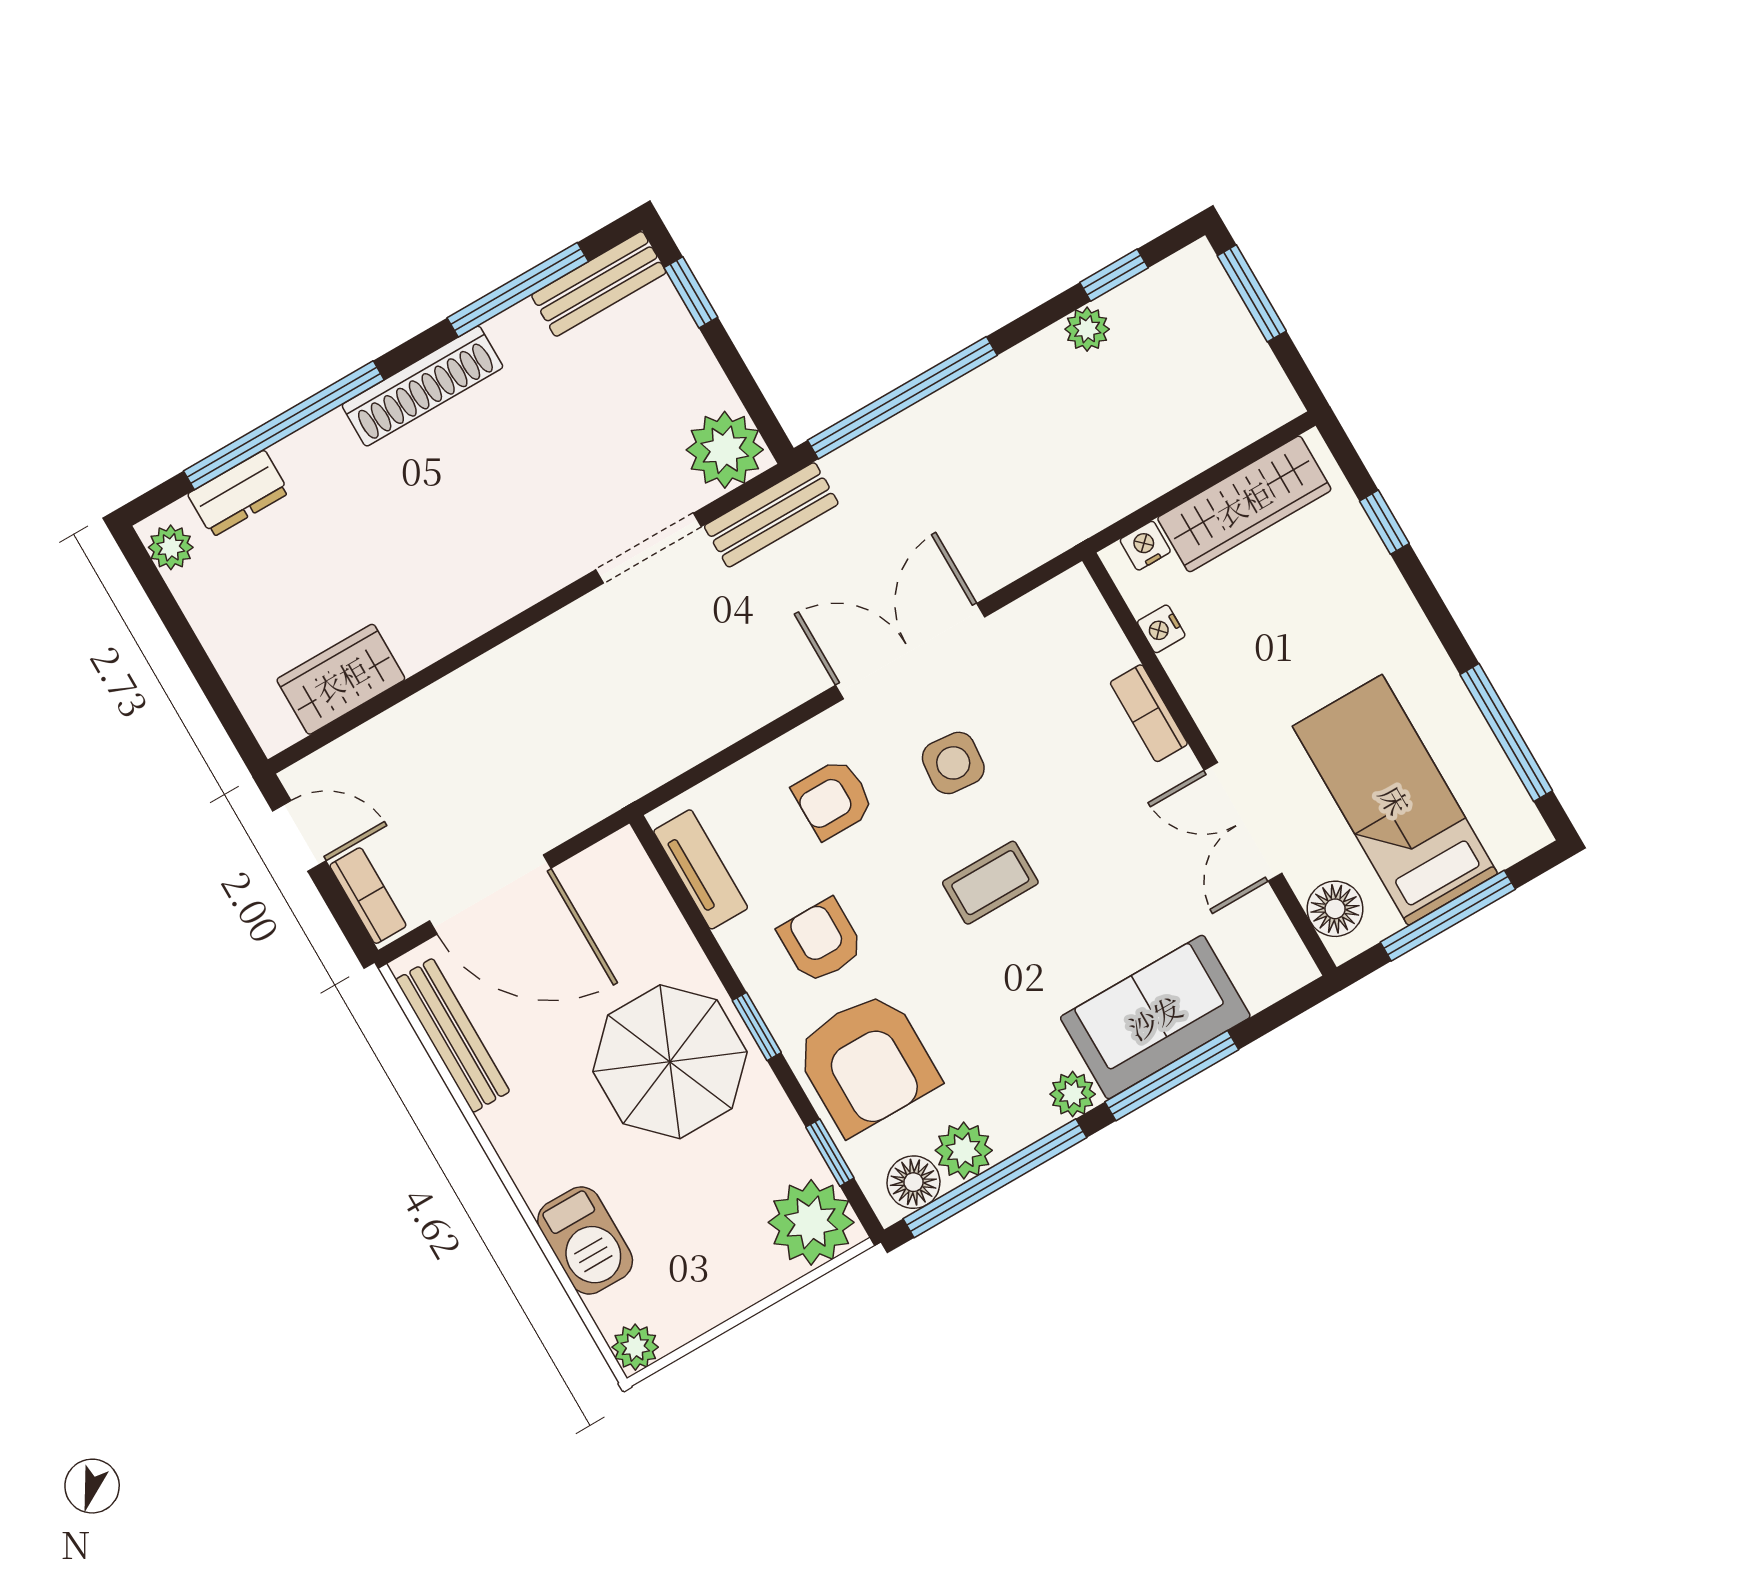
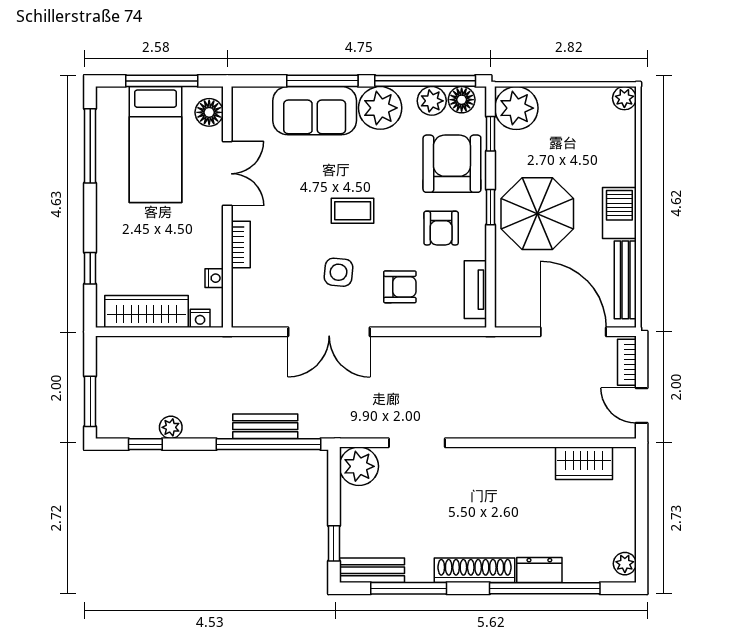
dresser: (238, 493) -> (539, 570), moved
bench: (771, 515) -> (265, 426), moved
plant: (1073, 1094) -> (380, 108), width x1.87, depth x1.87
barbecue: (585, 1240) -> (619, 213), moved

